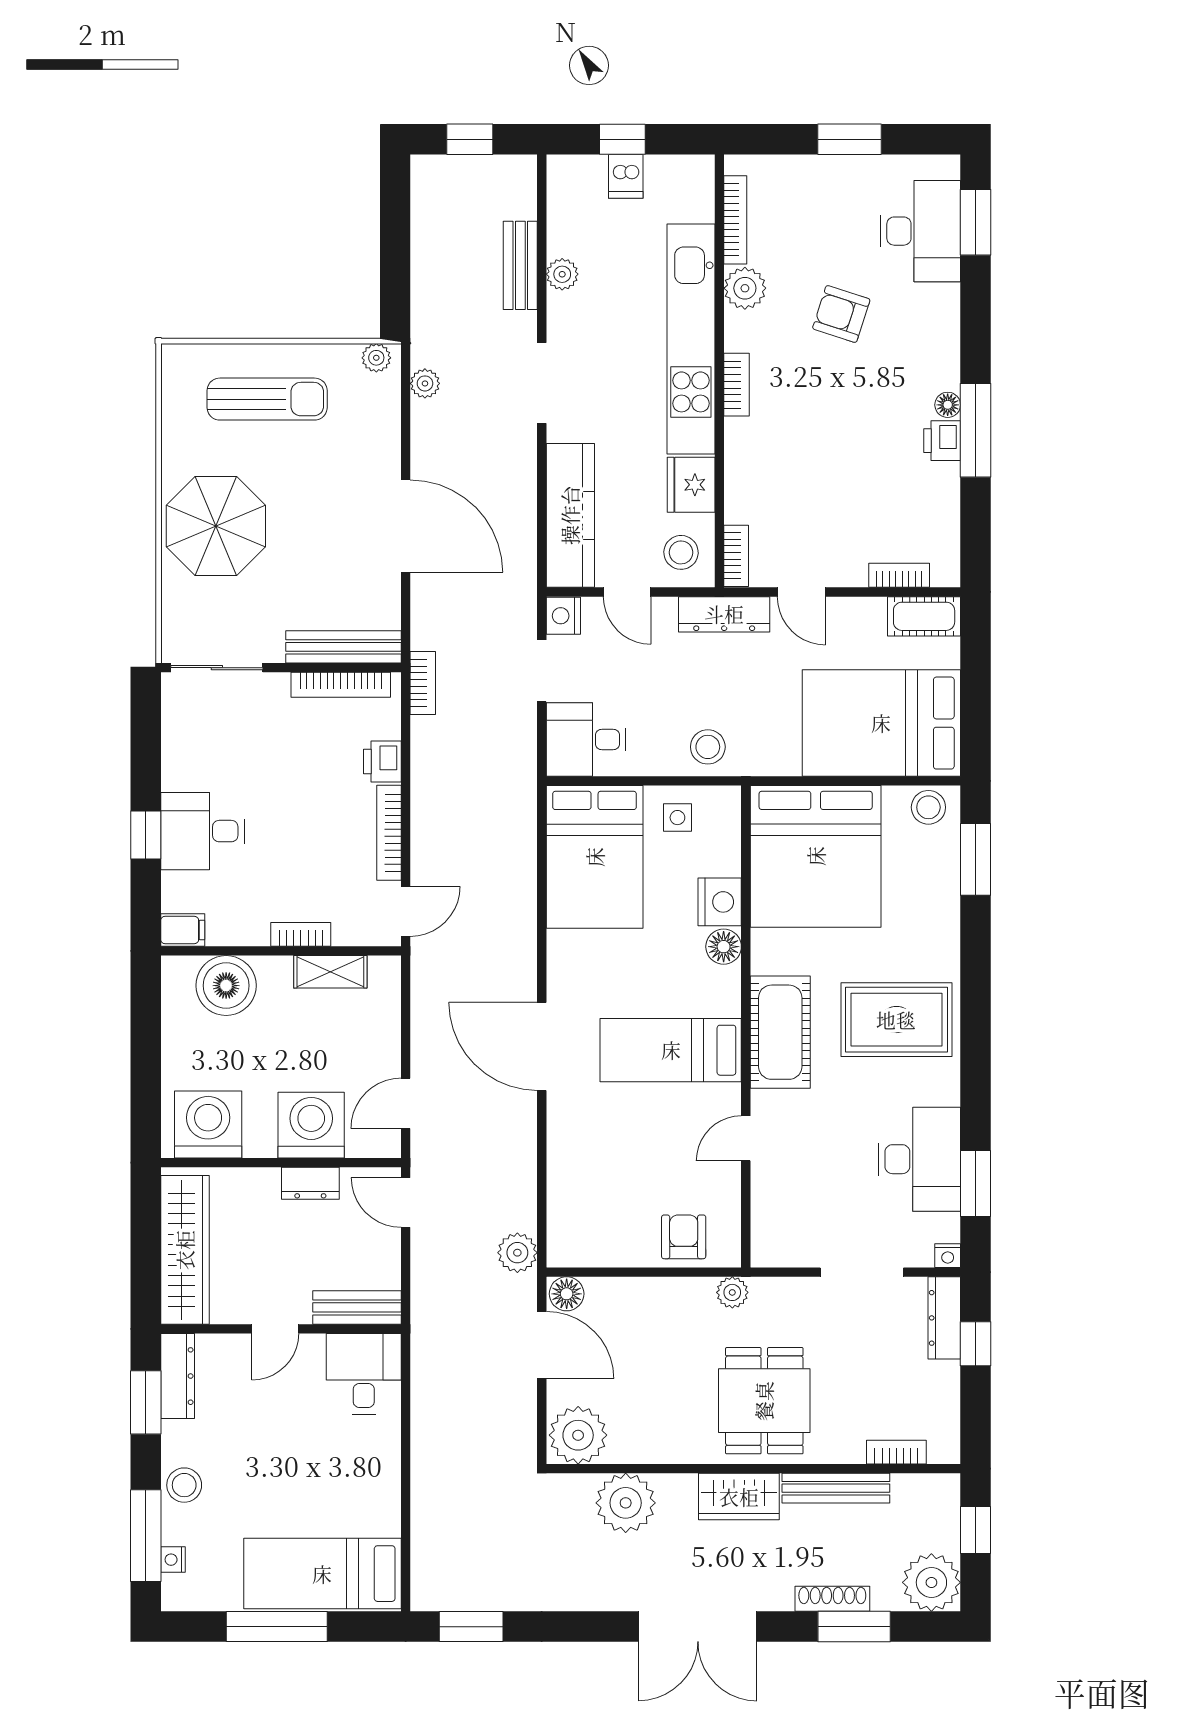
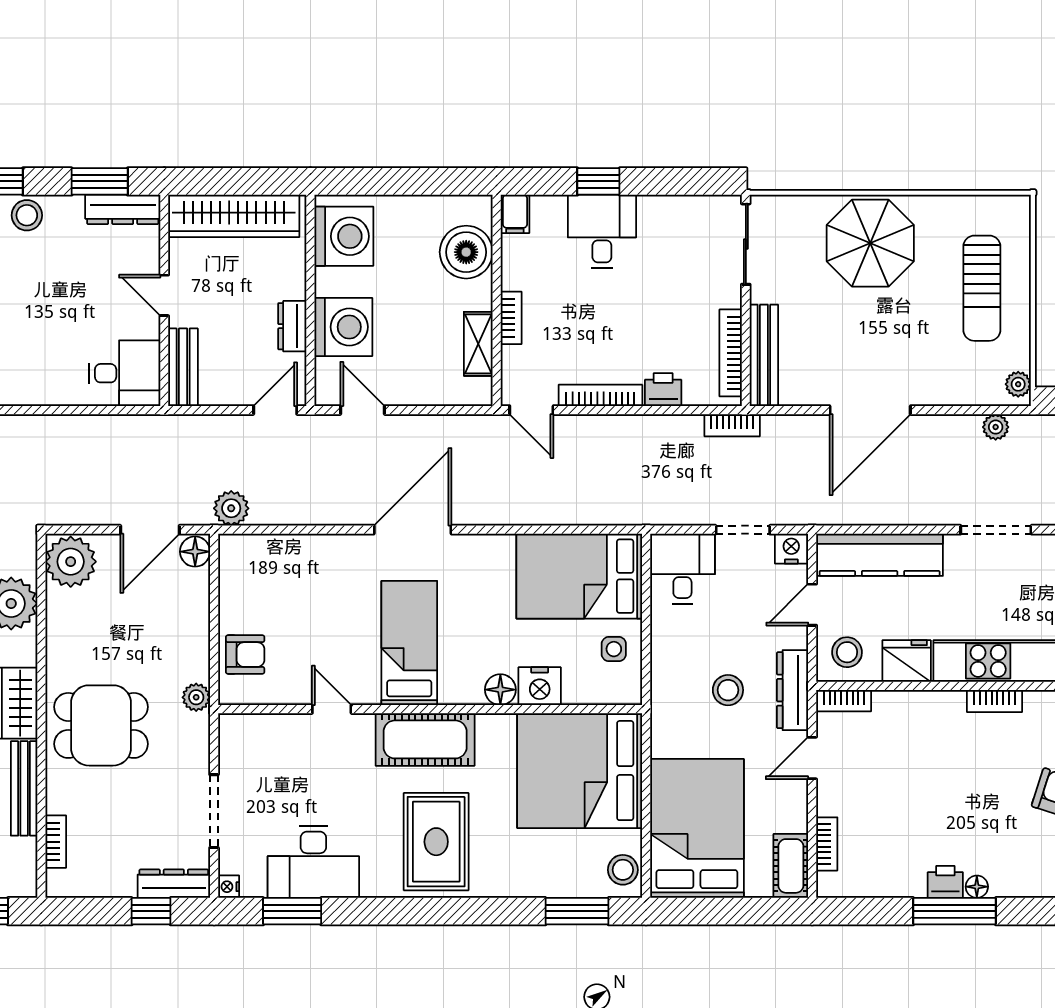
stool: (708, 747) -> (728, 690), moved

